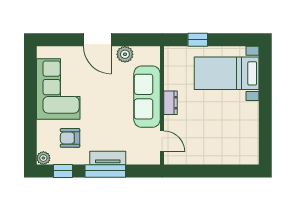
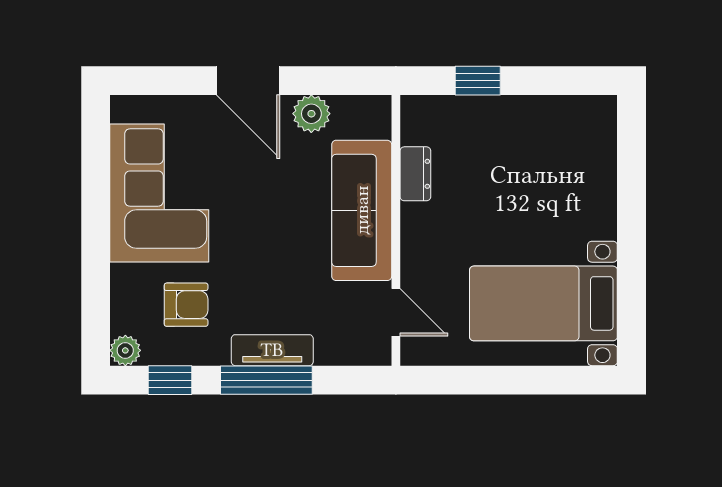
bed with nightstands: (227, 73) -> (543, 303), moved
dresser: (171, 103) -> (415, 174), moved
armchair: (70, 138) -> (186, 305), turned 180

